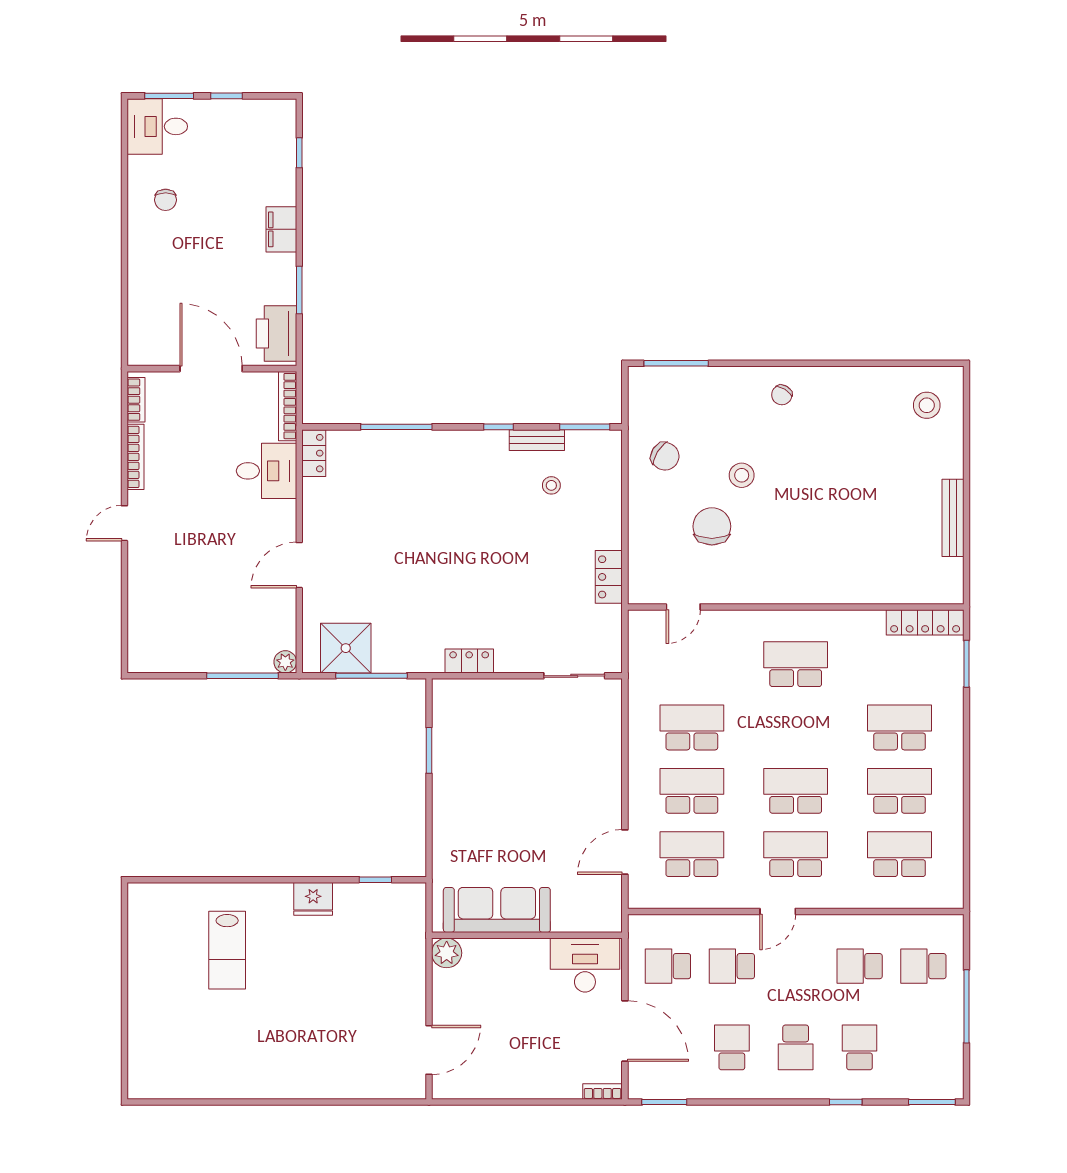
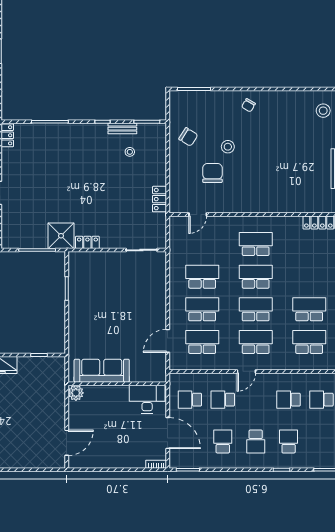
shower: (346, 648) -> (61, 236), moved
school desk: (900, 728) -> (256, 277), moved

